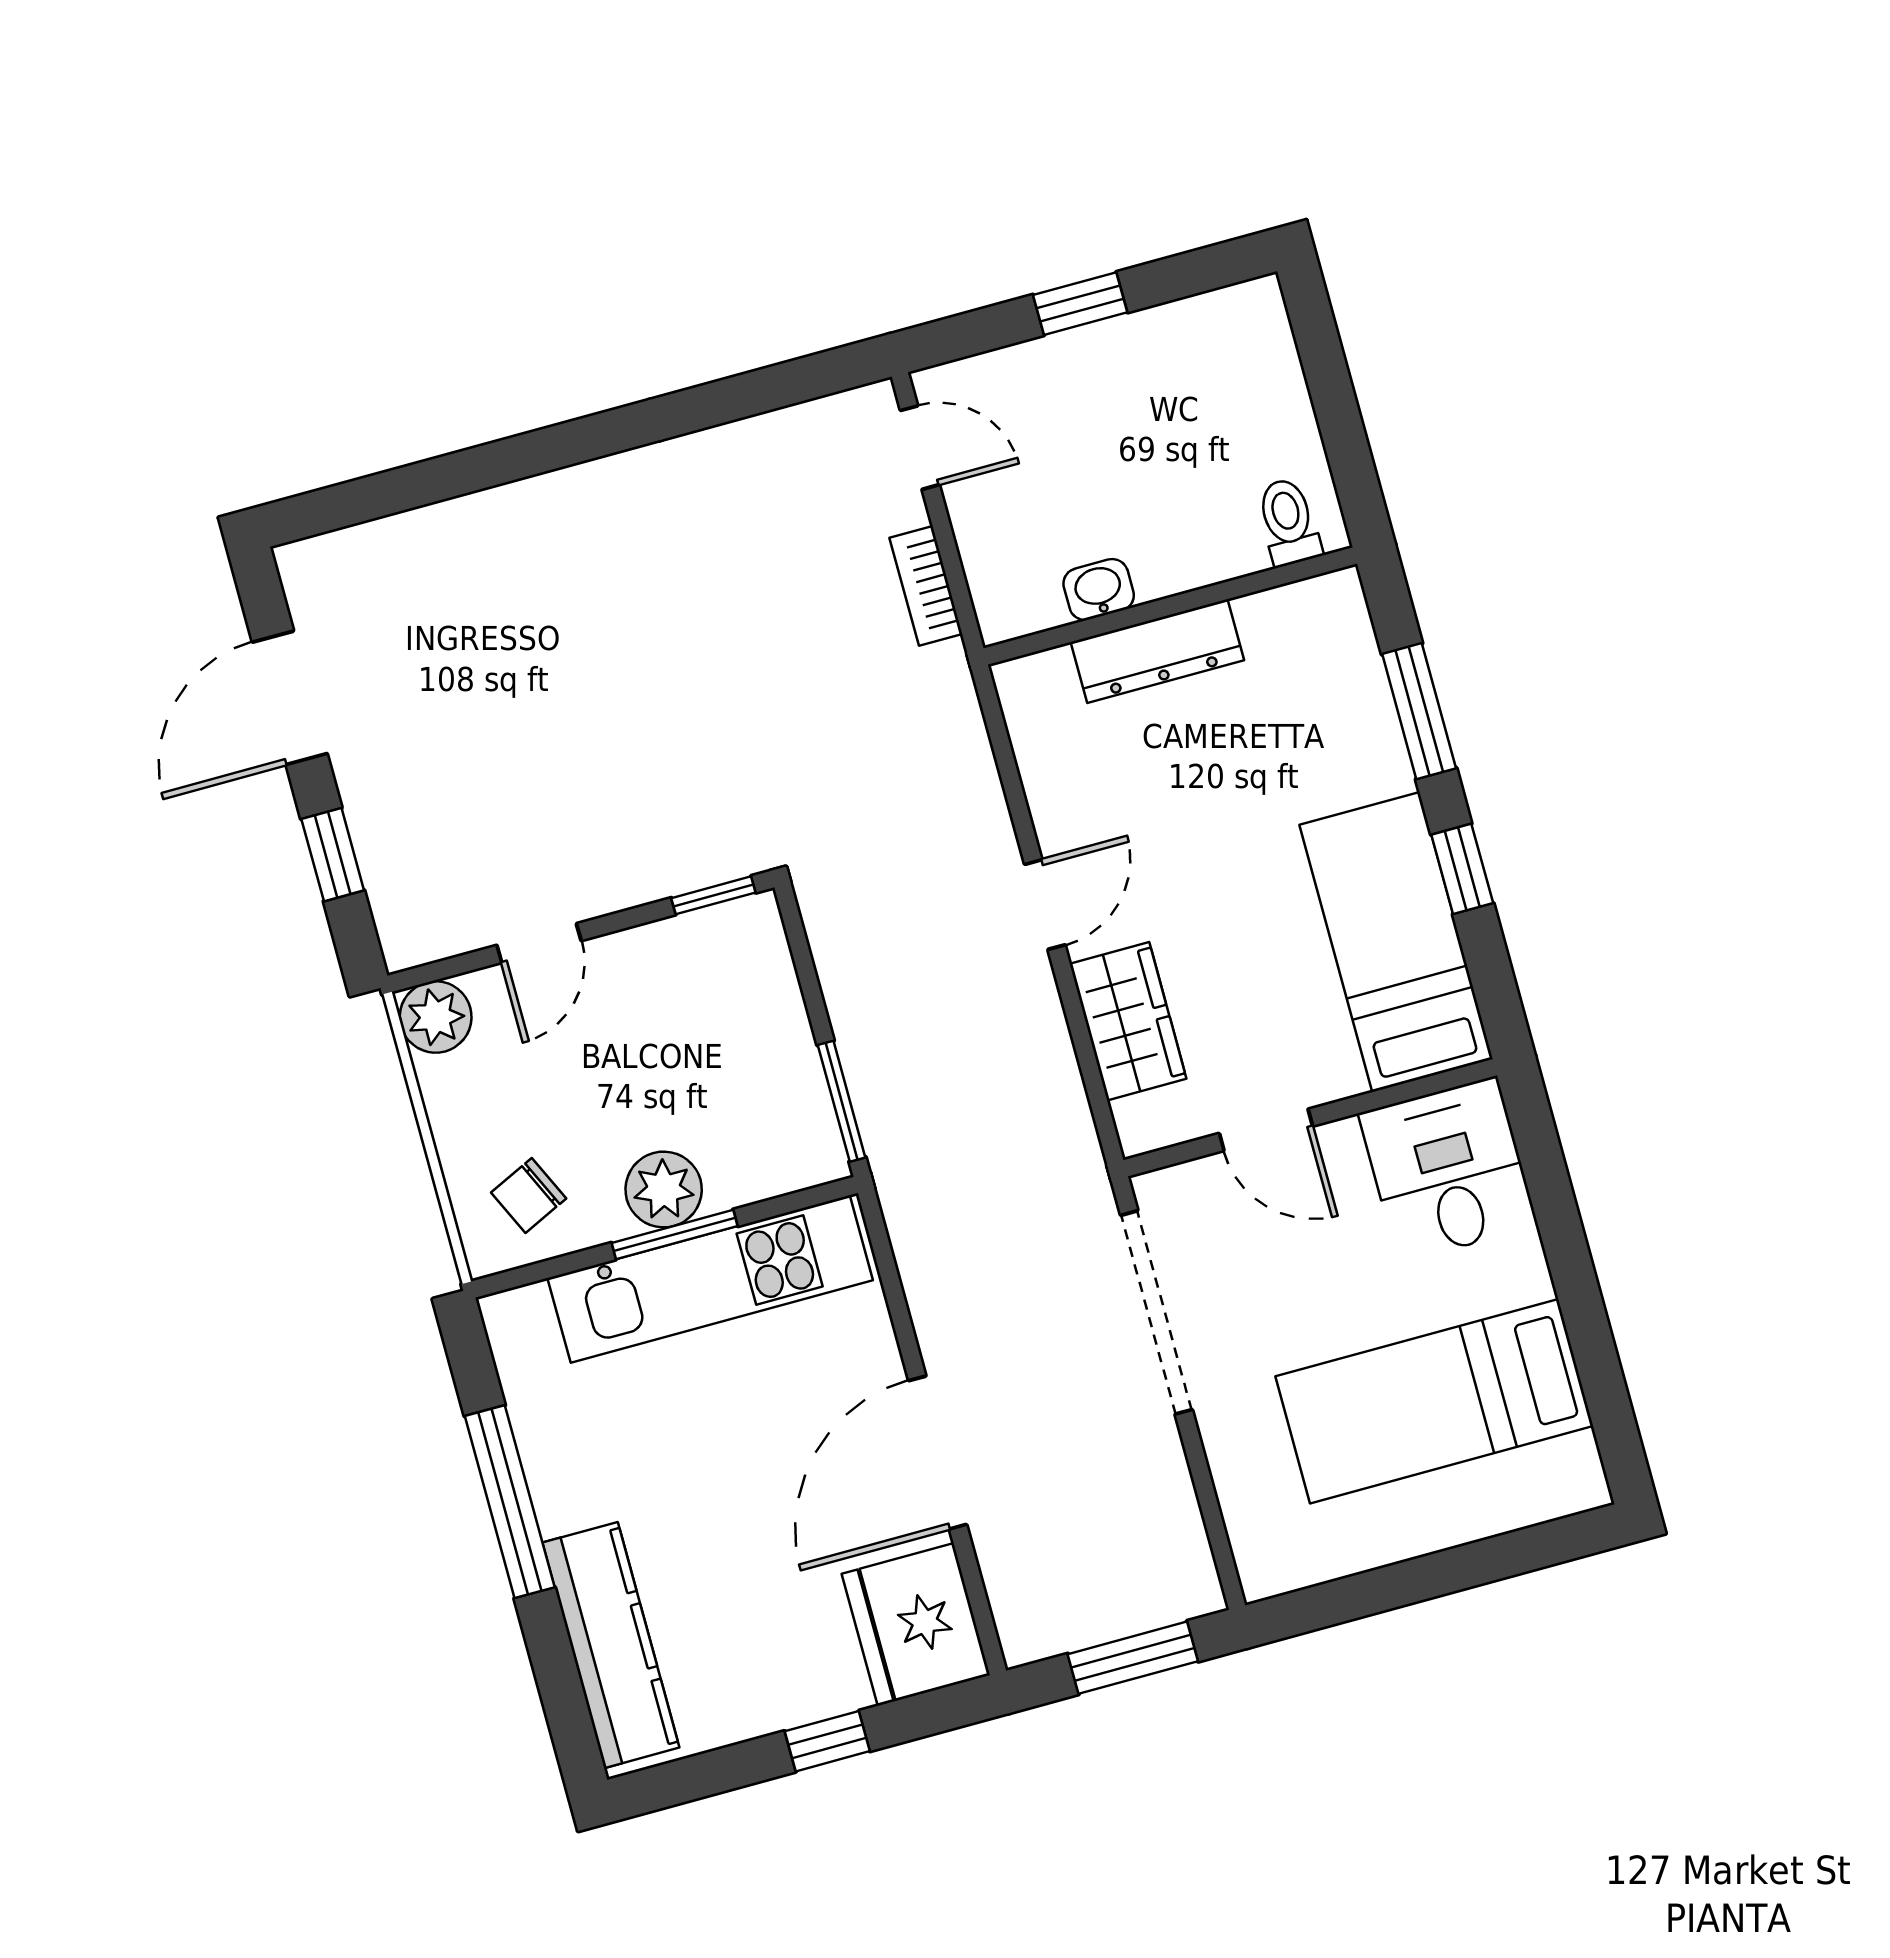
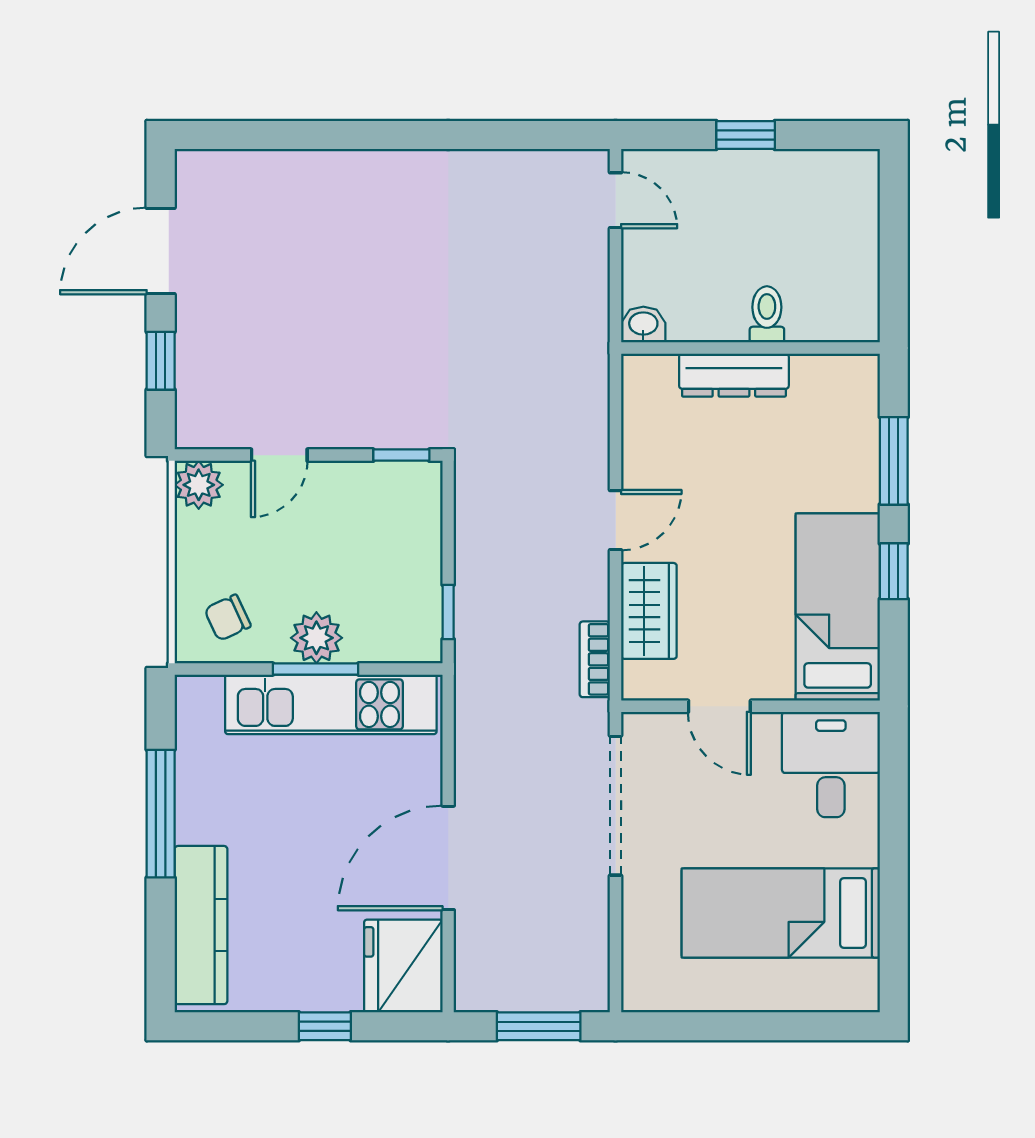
toilet: (1289, 522) -> (767, 314), moved
bookcase: (926, 586) -> (595, 659), moved
washbasin: (1099, 590) -> (643, 325), moved
window: (842, 1101) -> (448, 612), width x0.67

